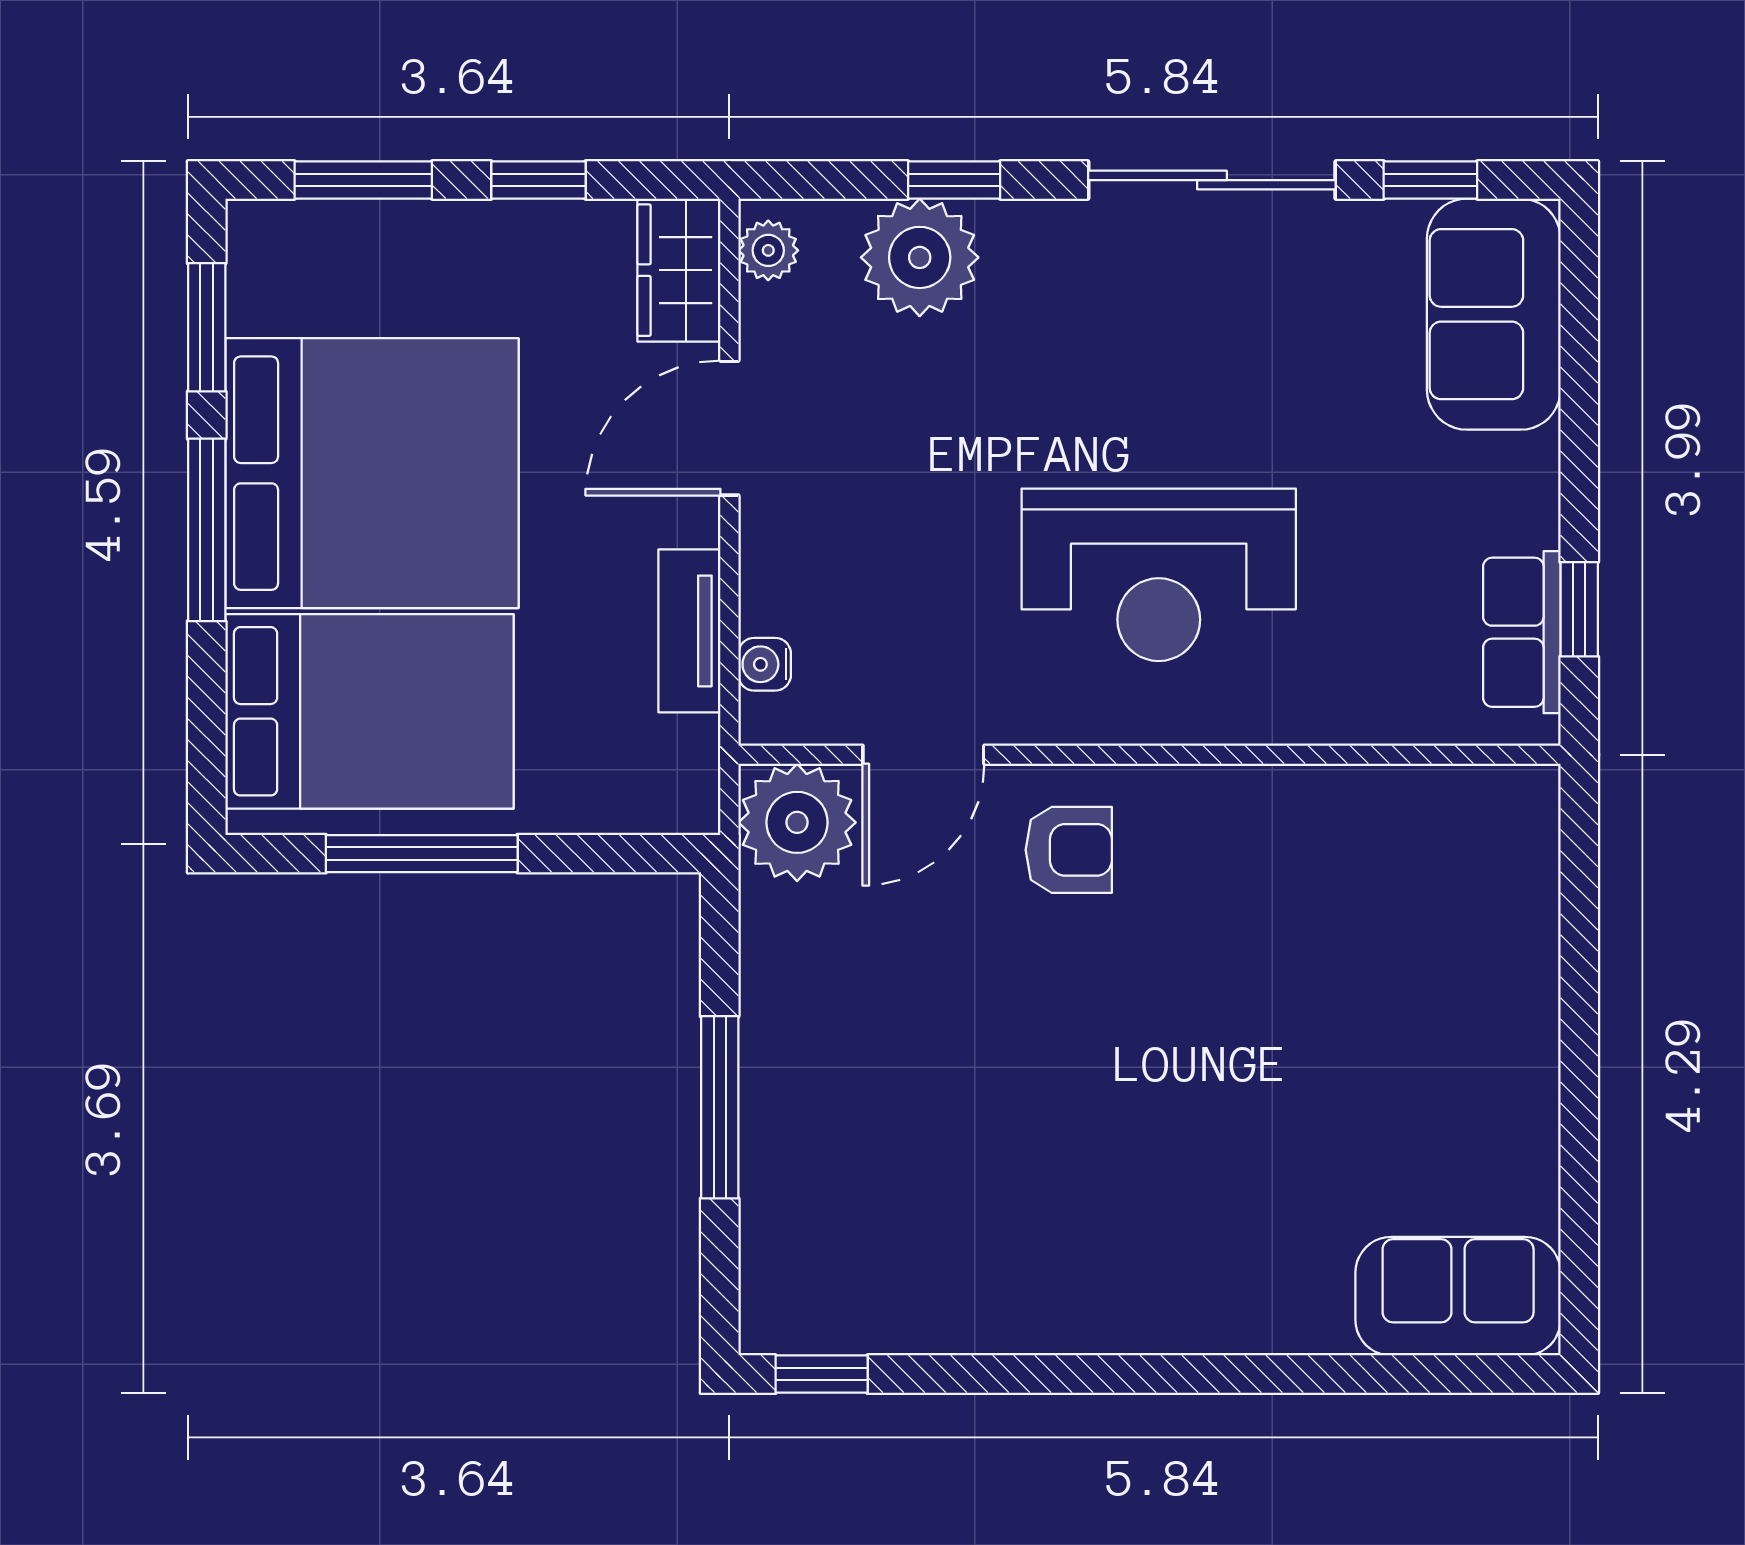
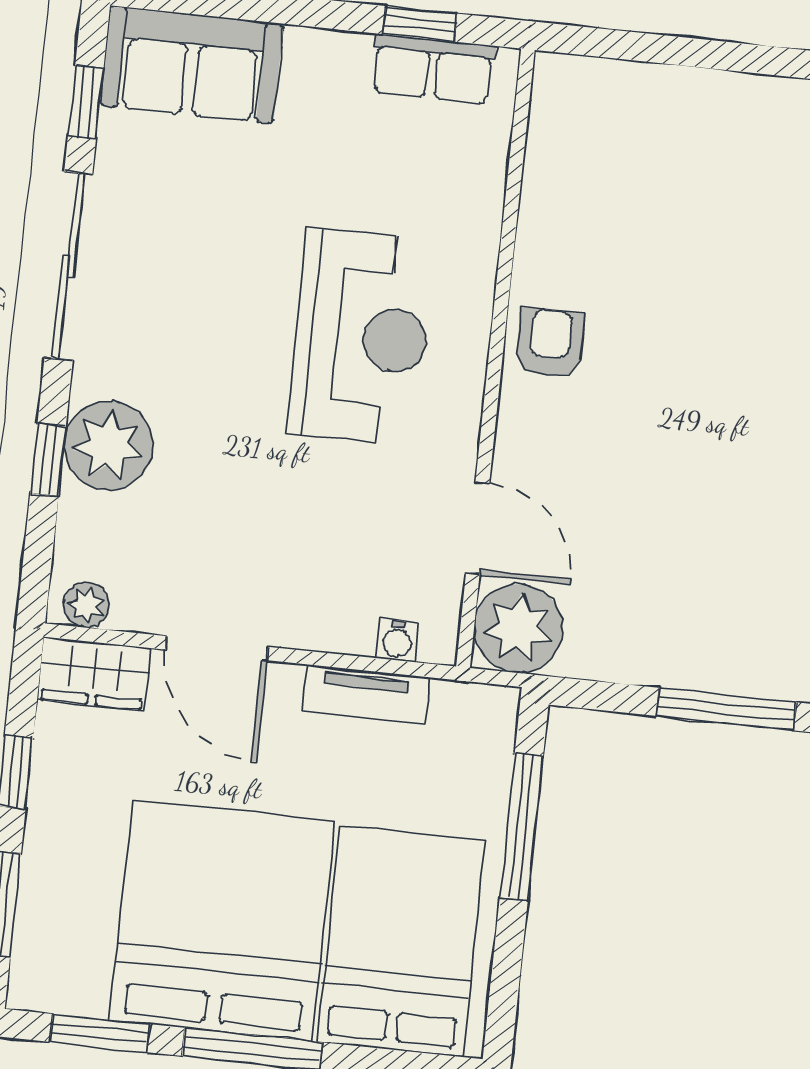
plant: (920, 257) -> (108, 446), moved
armchair: (1069, 850) -> (550, 343), moved
window: (422, 854) -> (521, 827), moved

